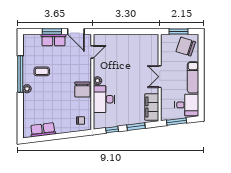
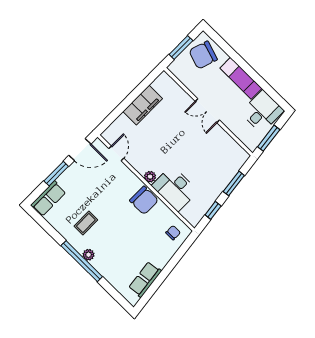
row of seats: (54, 40) -> (48, 199), moved
window: (20, 74) -> (82, 261), moved
filing cabinet: (152, 107) -> (143, 105), moved, turned -90

